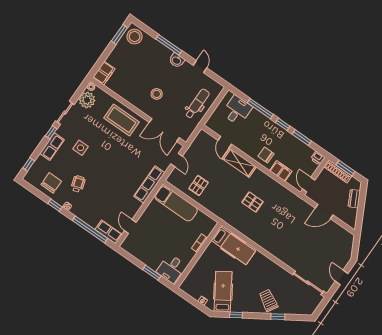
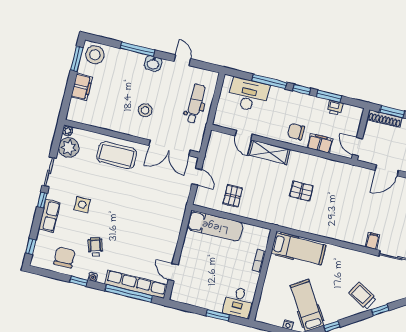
filing cabinet: (104, 73) -> (82, 87), moved
desk: (237, 110) -> (248, 95), width x1.37
printer: (318, 158) -> (335, 107), moved
row of seats: (149, 185) -> (177, 216), removed
row of seats: (109, 232) -> (136, 284), width x2.02
filing cabinet: (292, 261) -> (373, 241), added

